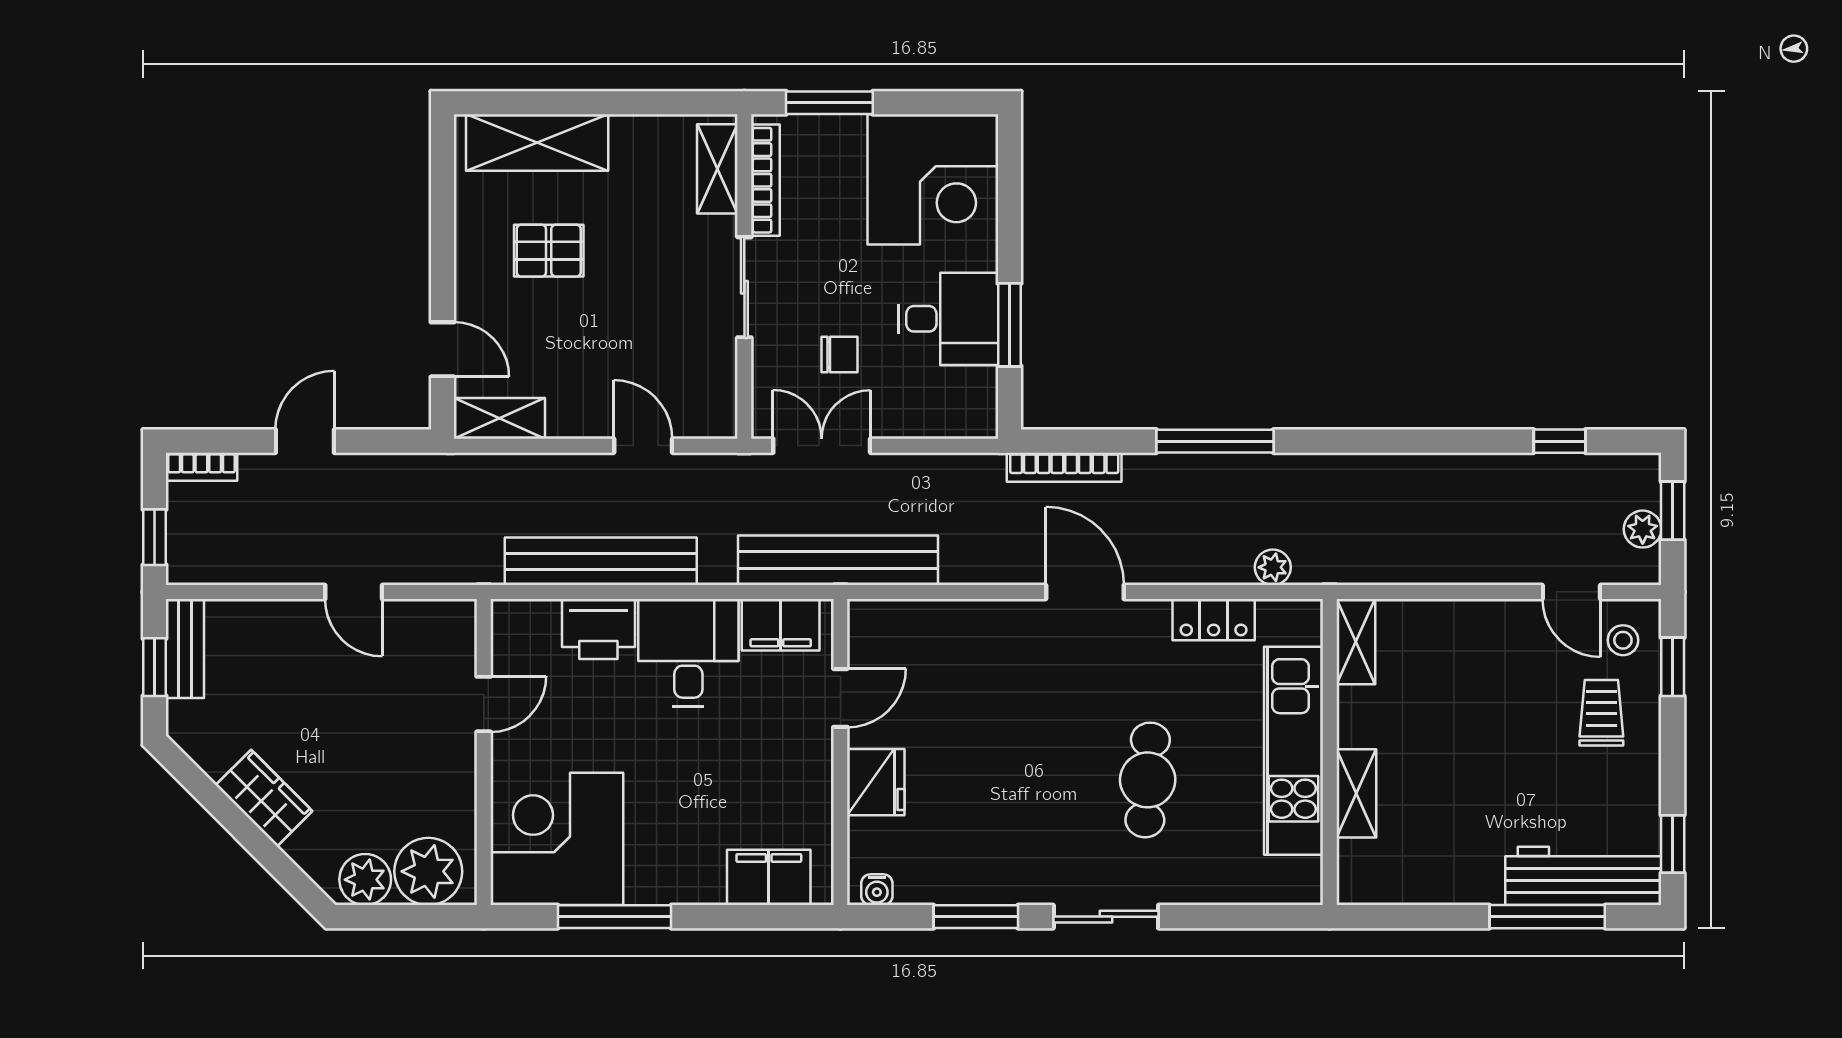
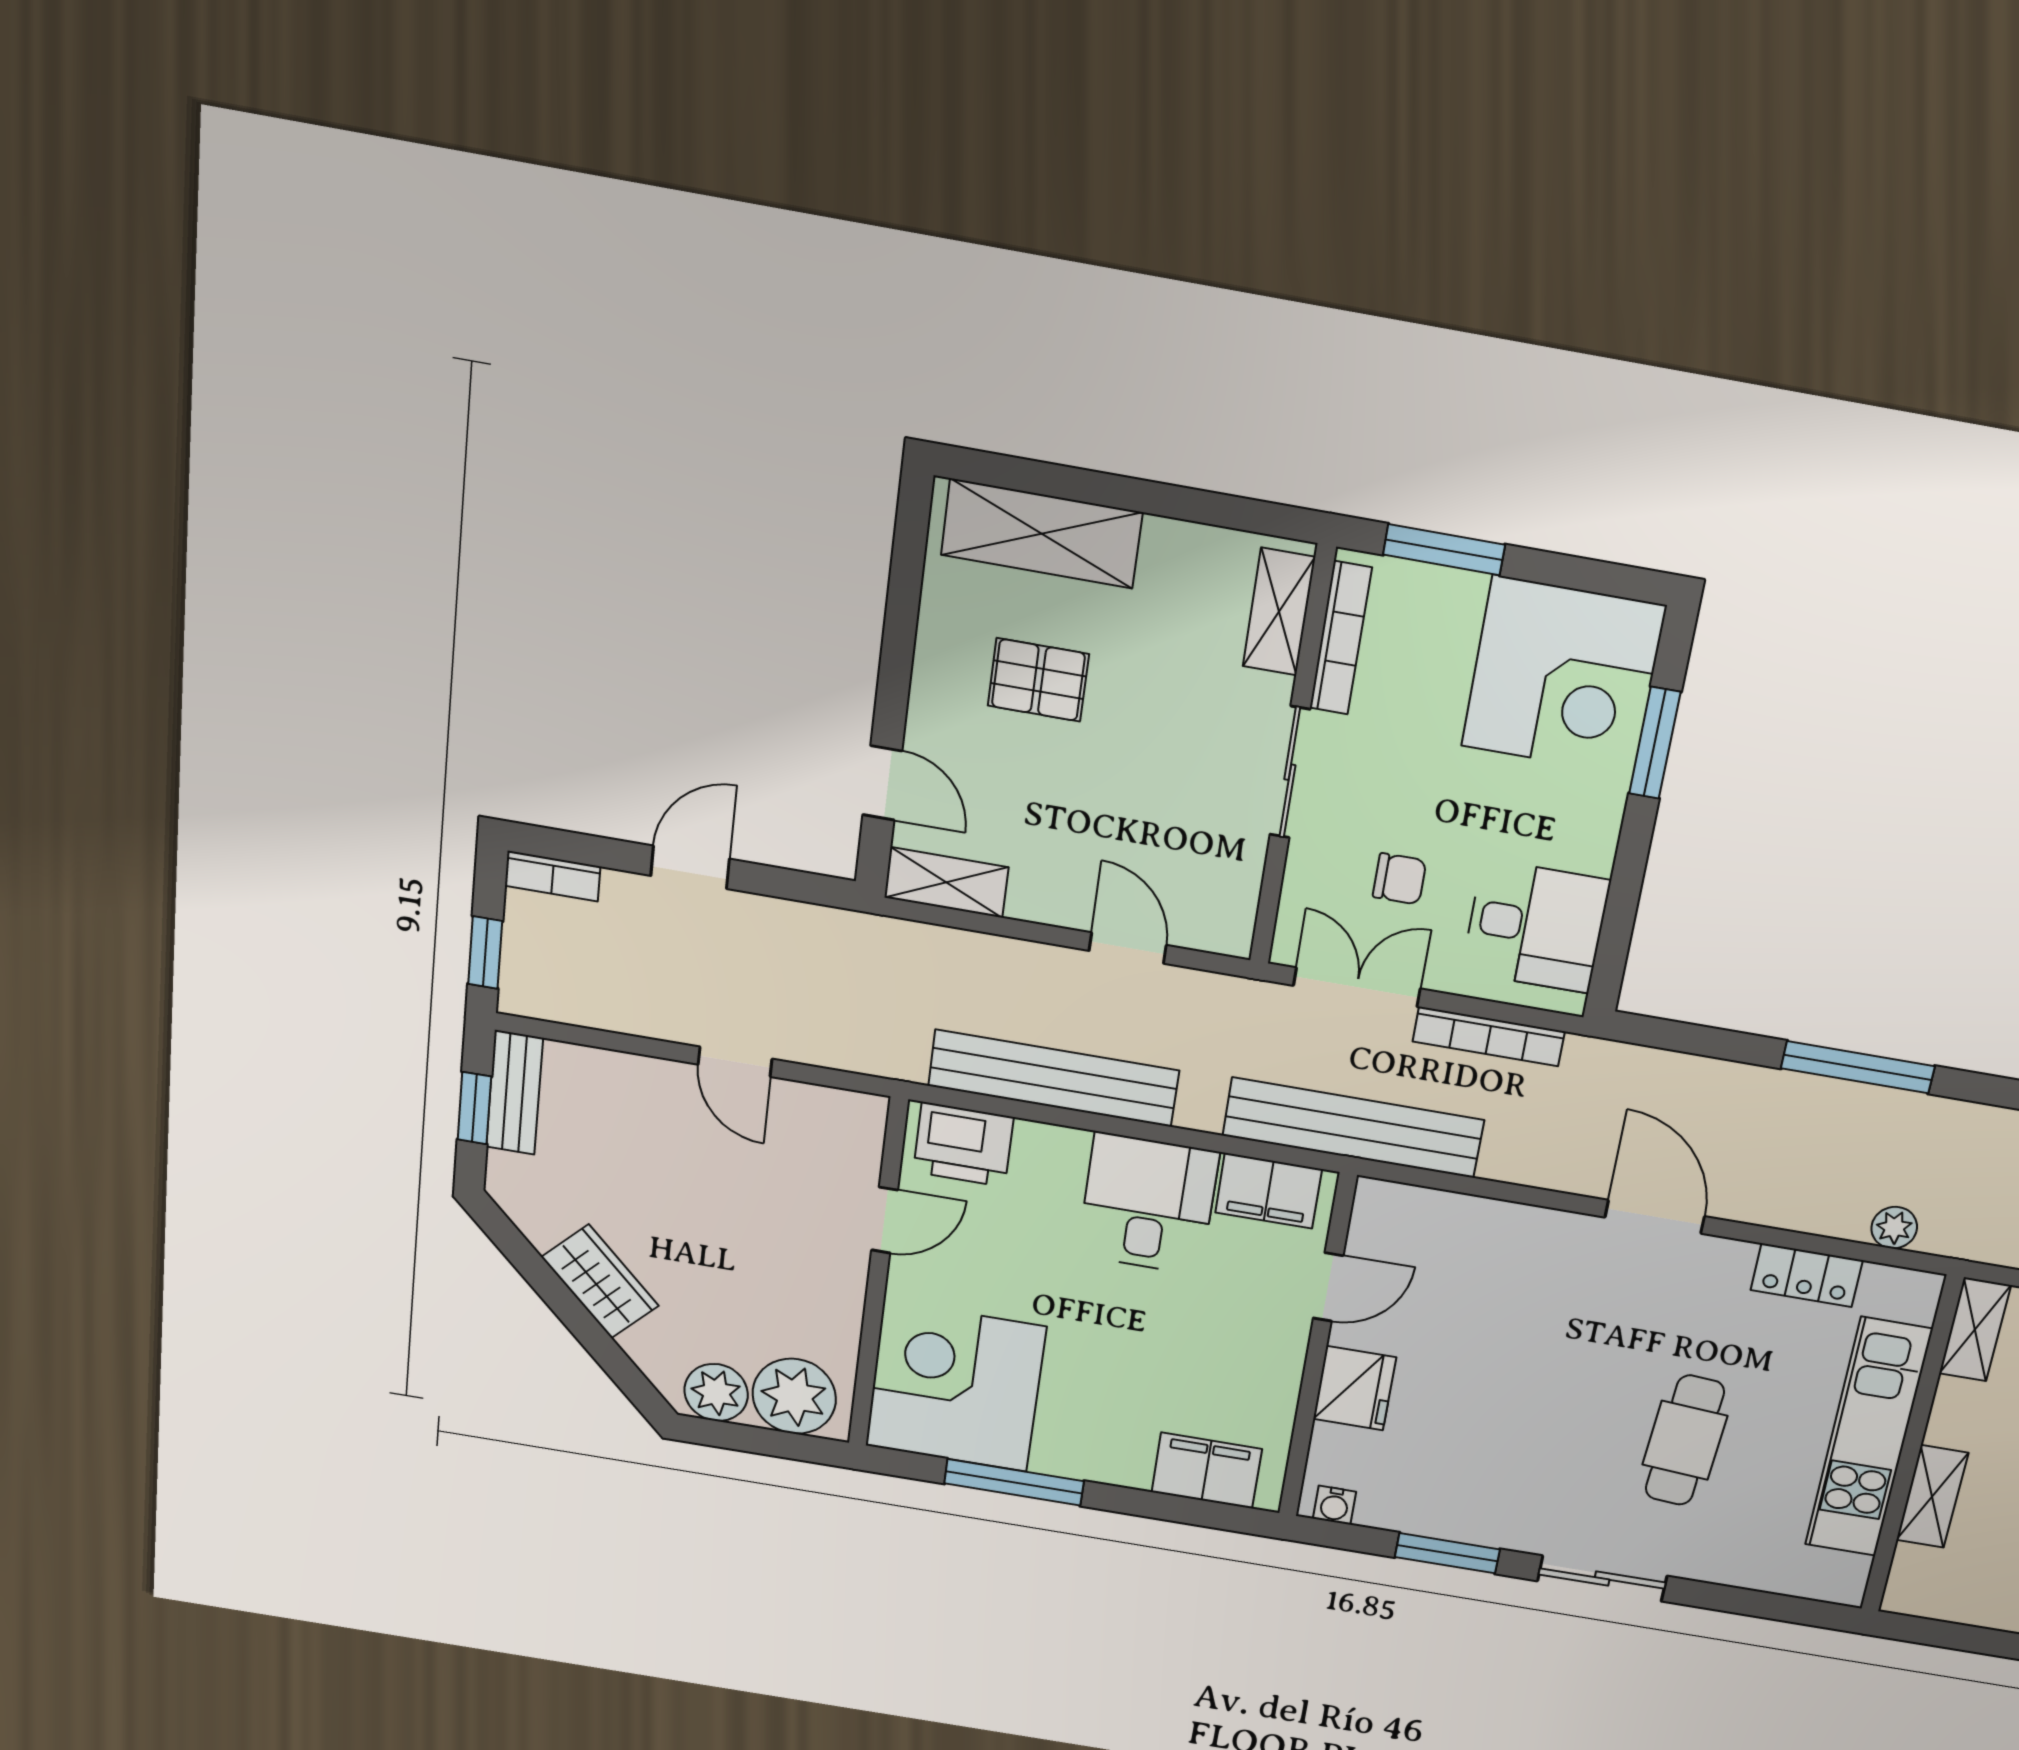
desk: (948, 319) -> (1536, 926), moved
window: (1010, 325) -> (1655, 743), moved
bookcase: (1064, 467) -> (1489, 1037), moved
printer: (598, 629) -> (963, 1145), moved

